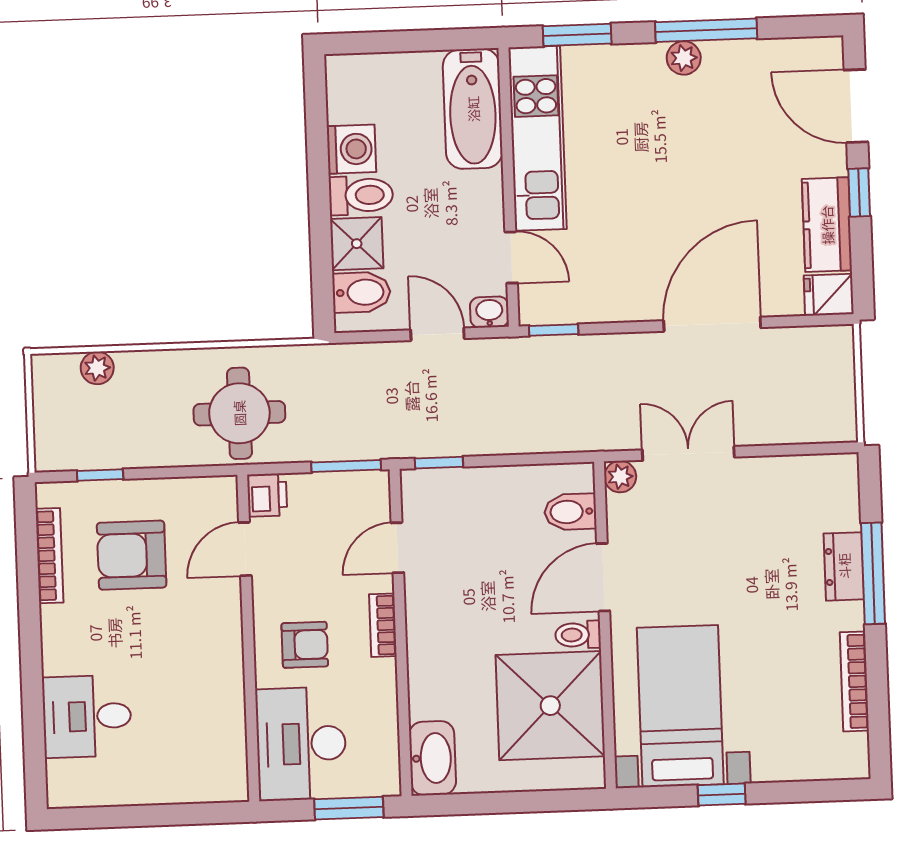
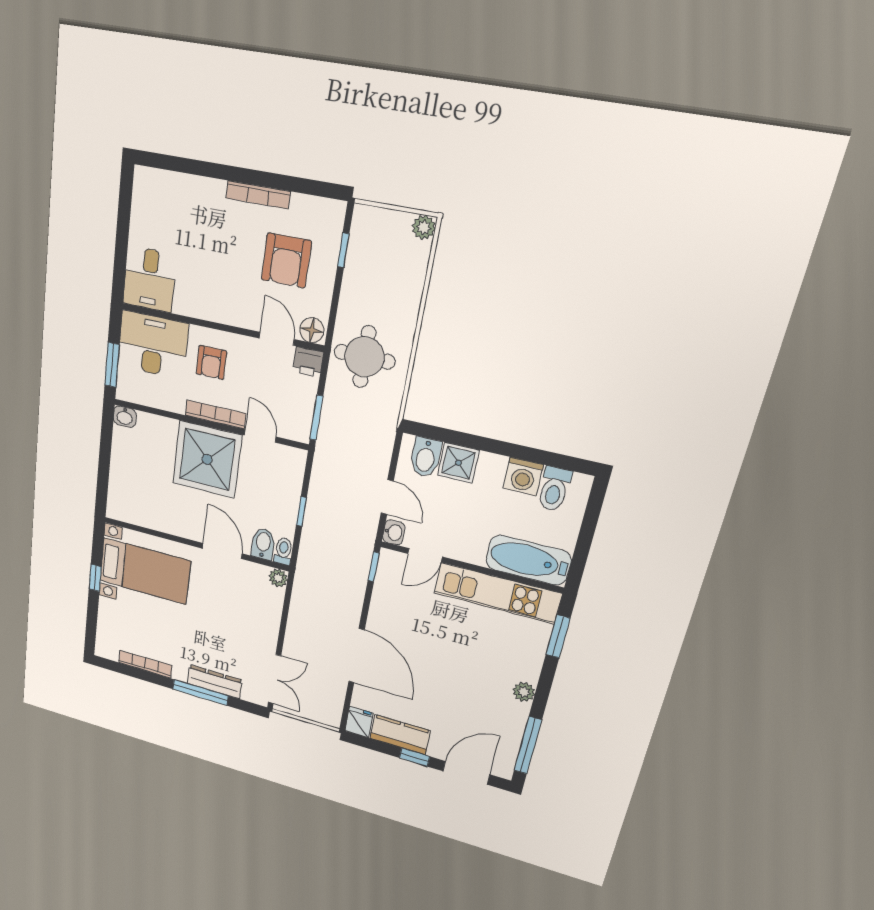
window: (706, 30) -> (528, 745), moved
toilet: (361, 195) -> (554, 489), moved
door: (437, 334) -> (387, 497), hinge flipped
plant: (97, 368) -> (424, 227), moved
double door: (688, 453) -> (275, 679), moved
window: (439, 463) -> (301, 511), moved
floor lamp: (220, 498) -> (312, 330), added
armchair: (132, 555) -> (286, 260), turned 180
bookcase: (50, 556) -> (258, 195), moved
dresser: (844, 566) -> (215, 682), width x1.44
bookcase: (383, 625) -> (215, 414), width x1.56
toilet: (578, 635) -> (283, 551), moved
shower: (550, 706) -> (207, 459), moved
desk: (87, 716) -> (149, 279), moved, turned 180
washbasin: (433, 758) -> (125, 417), width x0.52, depth x0.69

